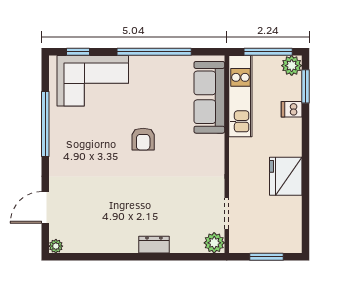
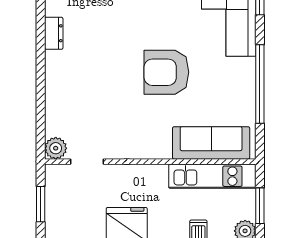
window: (268, 52) -> (260, 206), width x0.69
armchair: (143, 139) -> (166, 72), width x1.88, depth x1.88
dresser: (154, 245) -> (54, 33), moved

